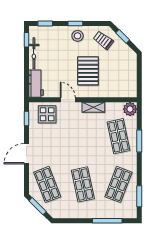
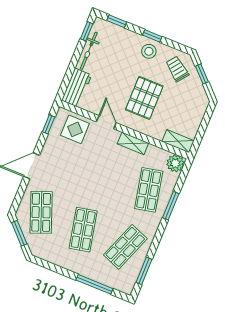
shelving: (125, 92) -> (178, 141), added

